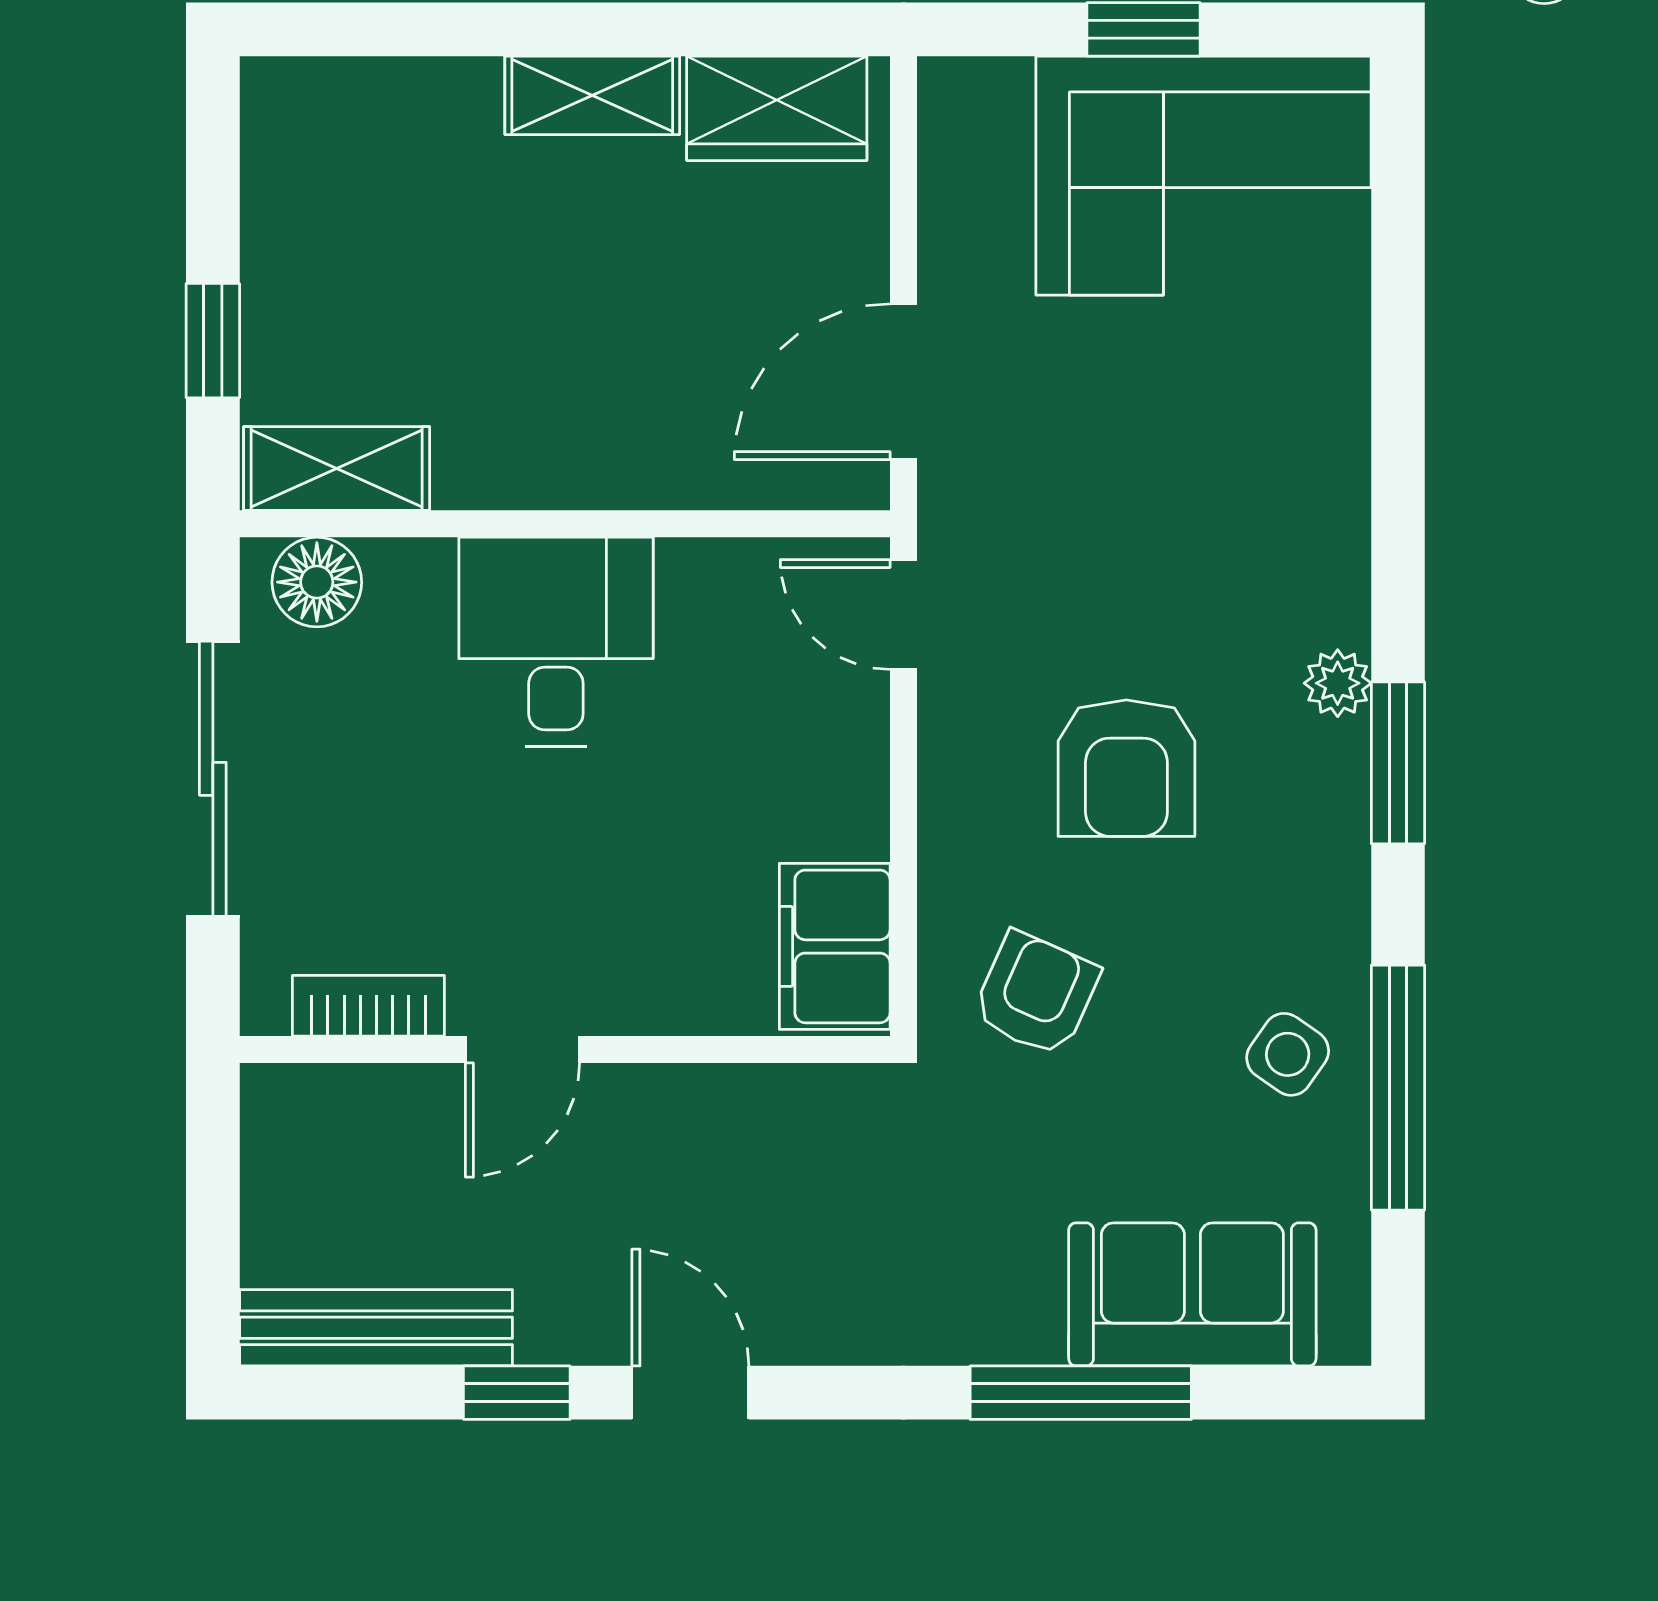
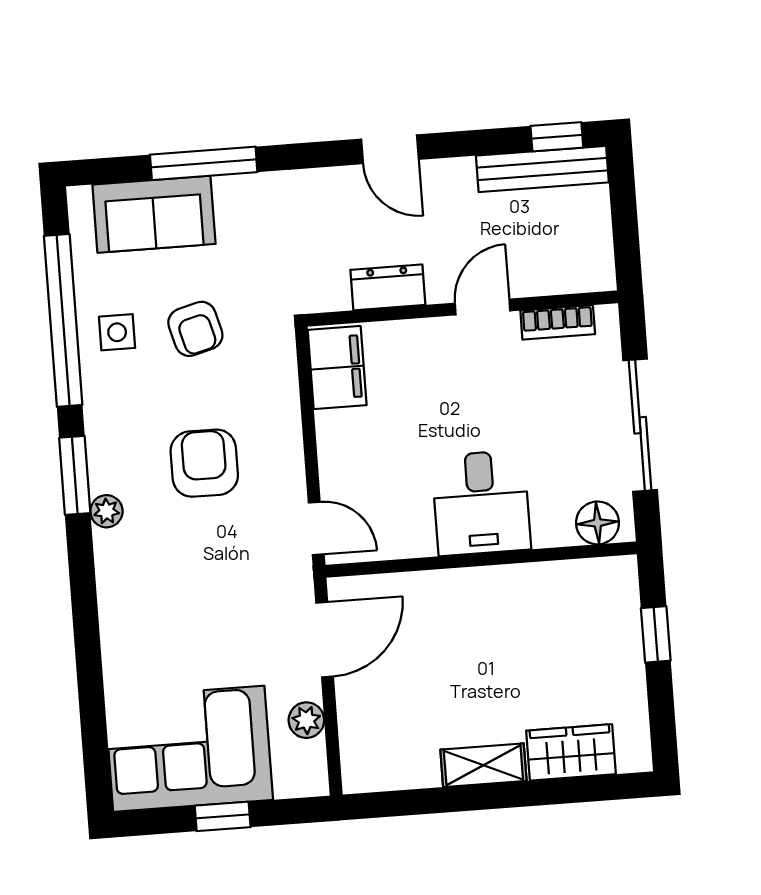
wardrobe: (777, 108) -> (571, 752), moved
plant: (954, 217) -> (306, 720), added
shelving: (337, 469) -> (592, 578), removed
armchair: (1036, 994) -> (195, 329), moved, turned -39
side table: (1288, 1054) -> (117, 332), turned -35
window: (1398, 1088) -> (63, 320), width x1.46
dresser: (716, 1105) -> (388, 287), added
window: (517, 1393) -> (557, 137), moved

